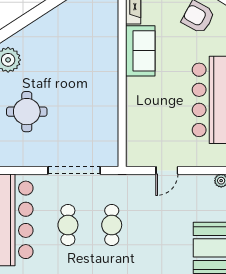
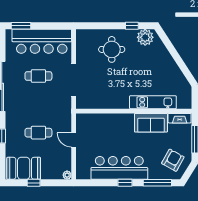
kitchen unit: (108, 48) -> (153, 102), added
cafe table: (112, 225) -> (38, 133), moved

